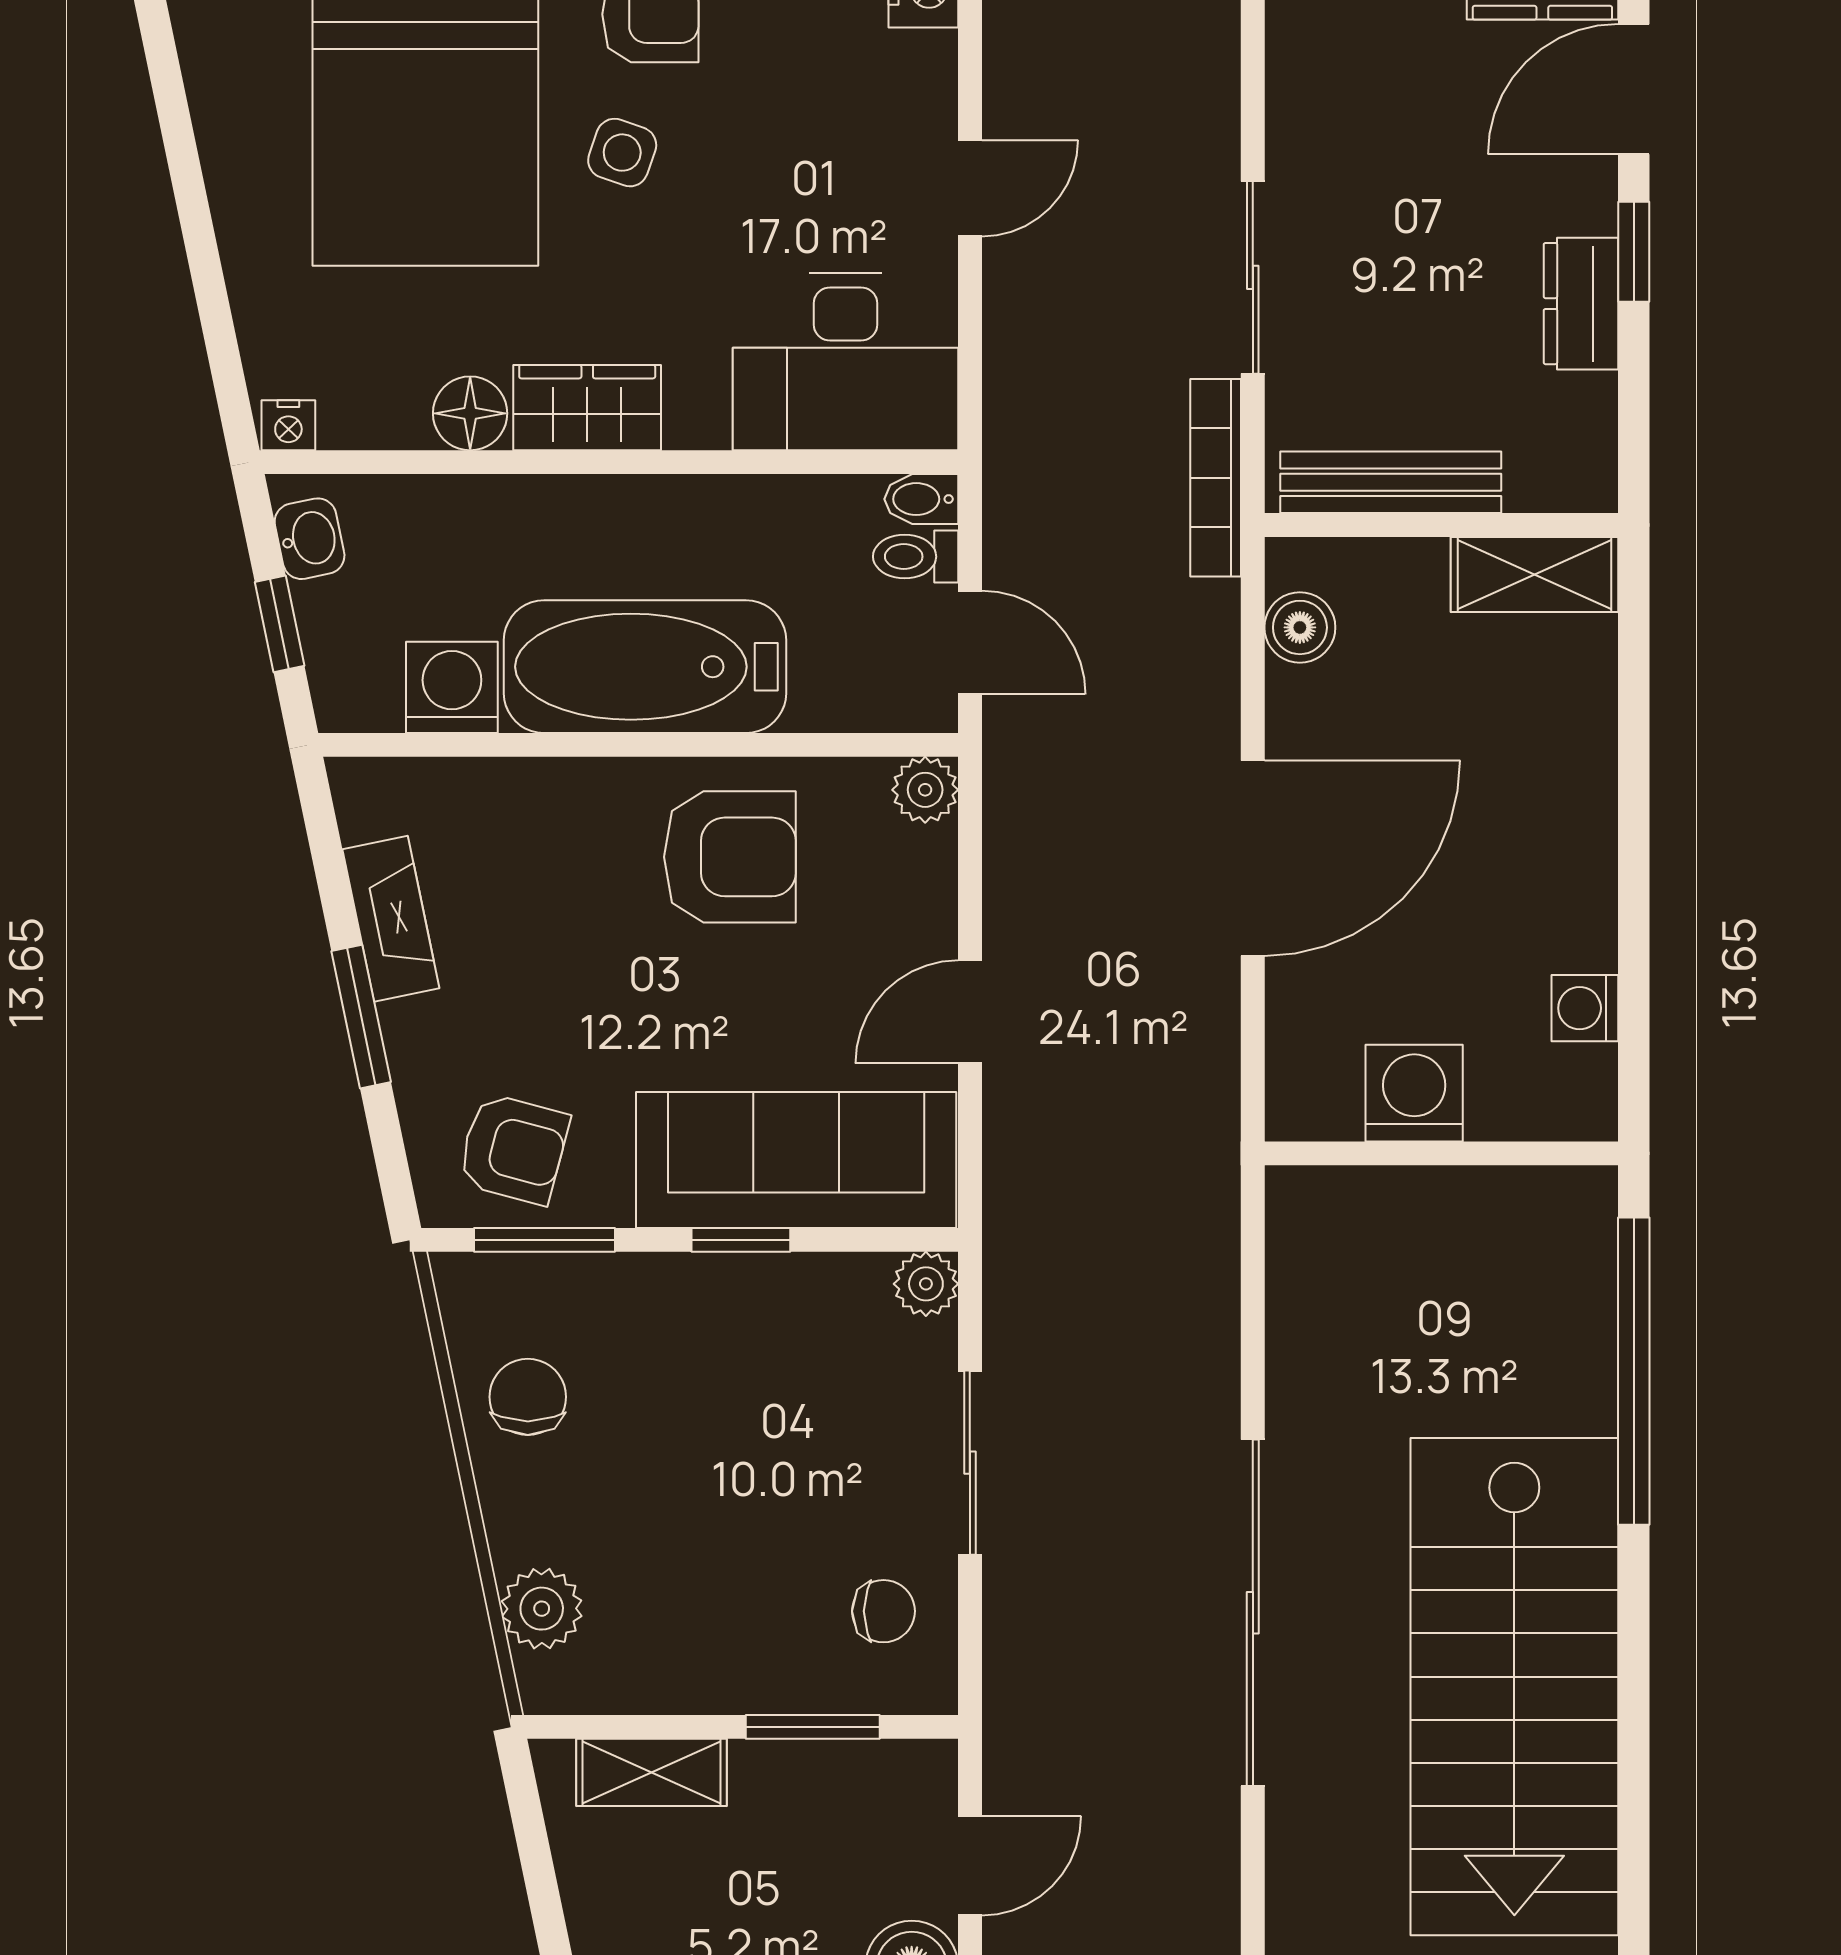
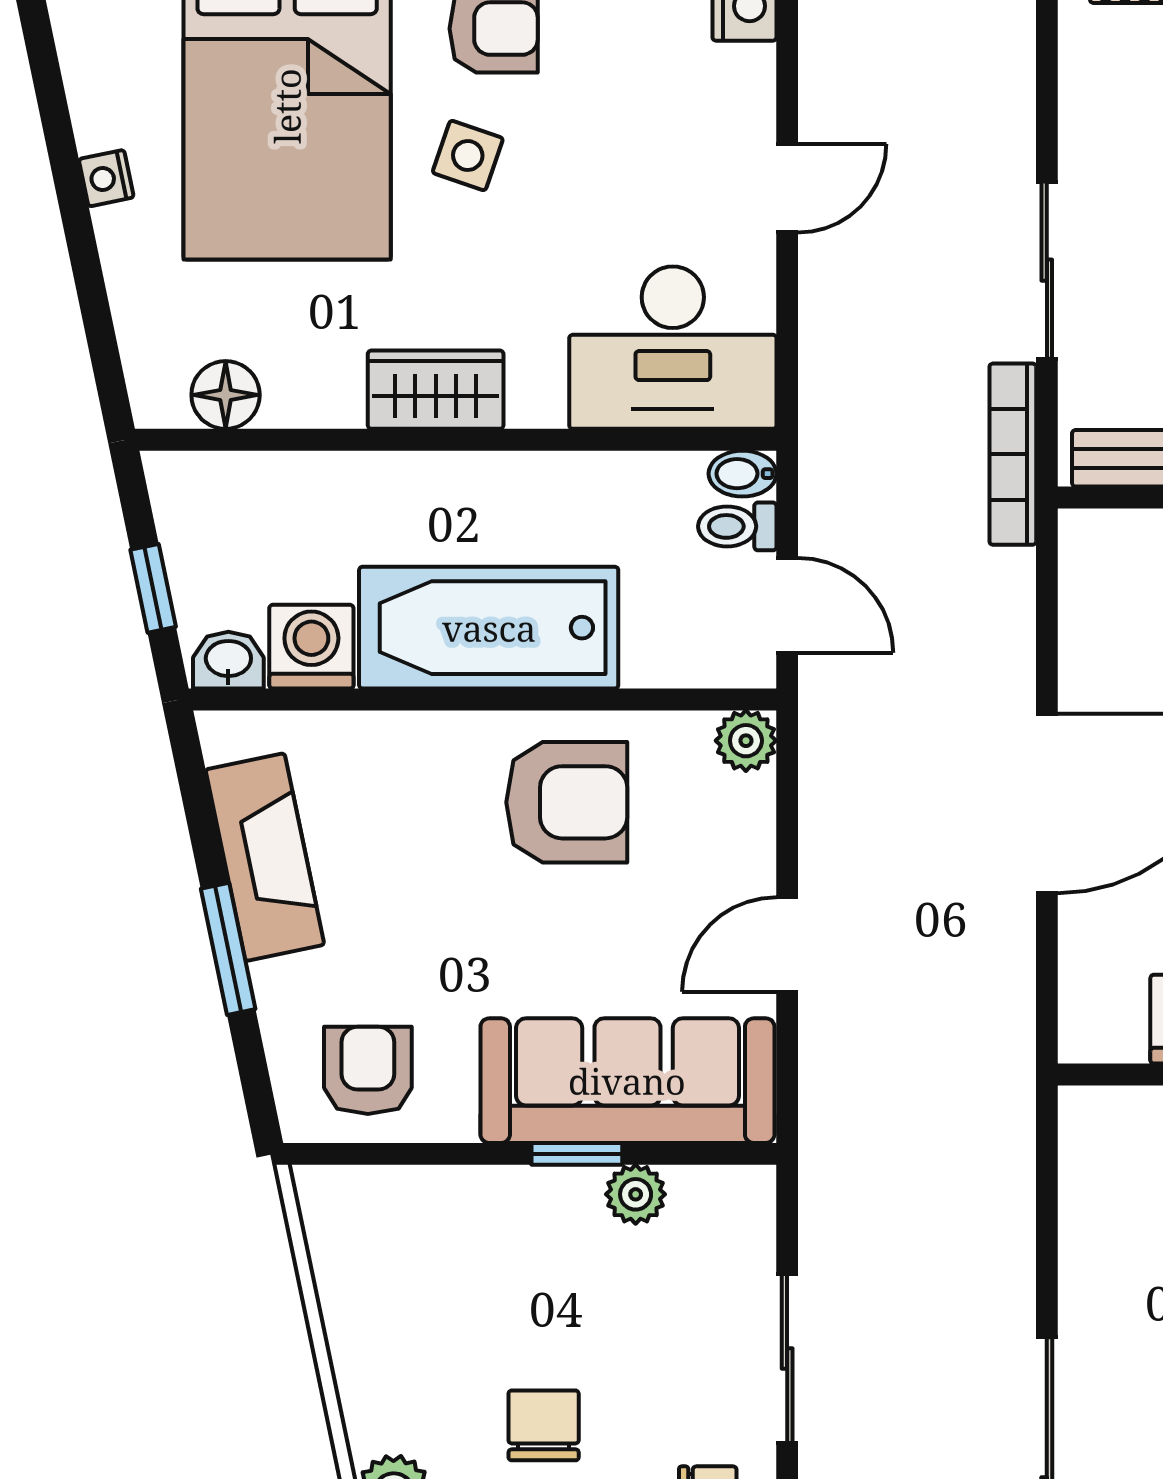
floor lamp: (470, 413) -> (226, 395), moved
nightstand: (288, 425) -> (106, 178), moved, turned 78
washbasin: (310, 539) -> (228, 660), moved, turned -78
boiler: (1300, 627) -> (1090, 592), removed
fireplace: (391, 919) -> (265, 857), width x1.37, depth x1.32
armchair: (513, 1149) -> (368, 1070), turned -105
window: (544, 1240) -> (396, 1154), removed
plant: (926, 1284) -> (636, 1194), moved
chair: (528, 1397) -> (544, 1425), moved

